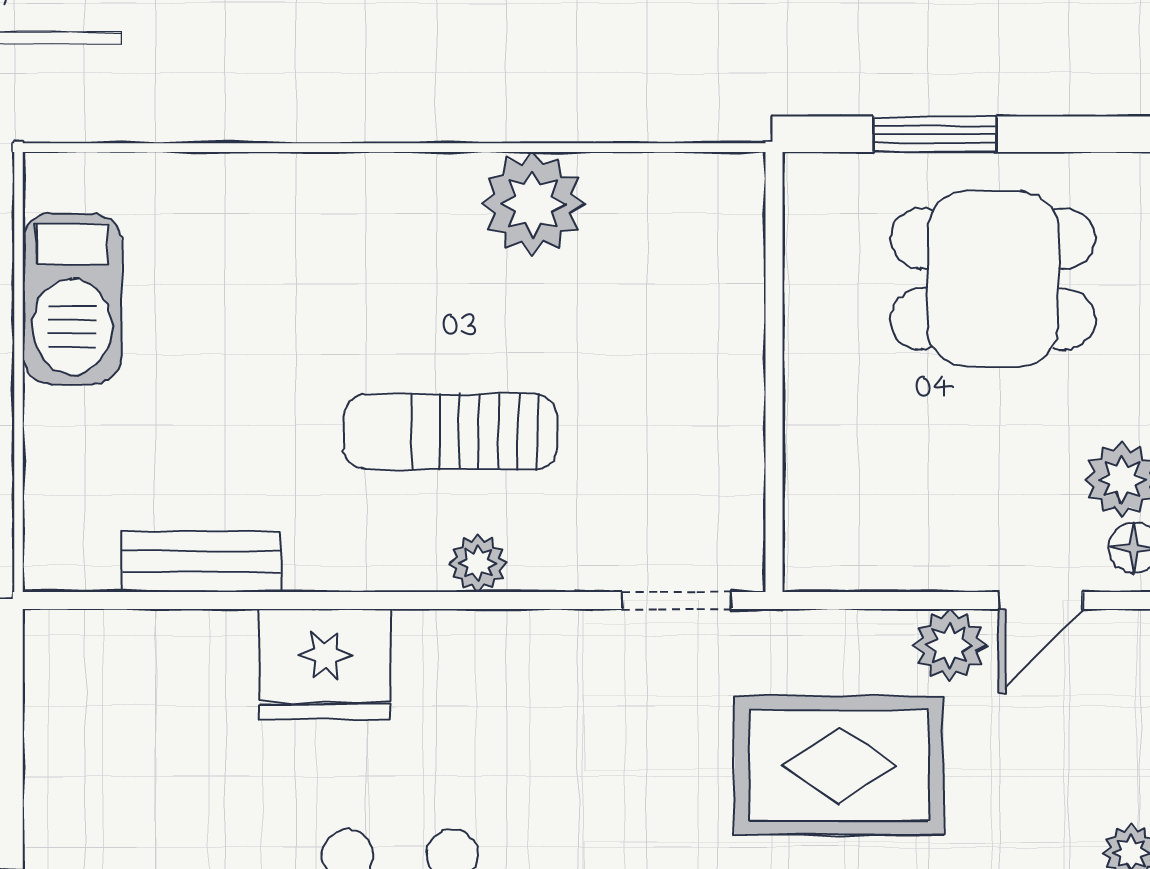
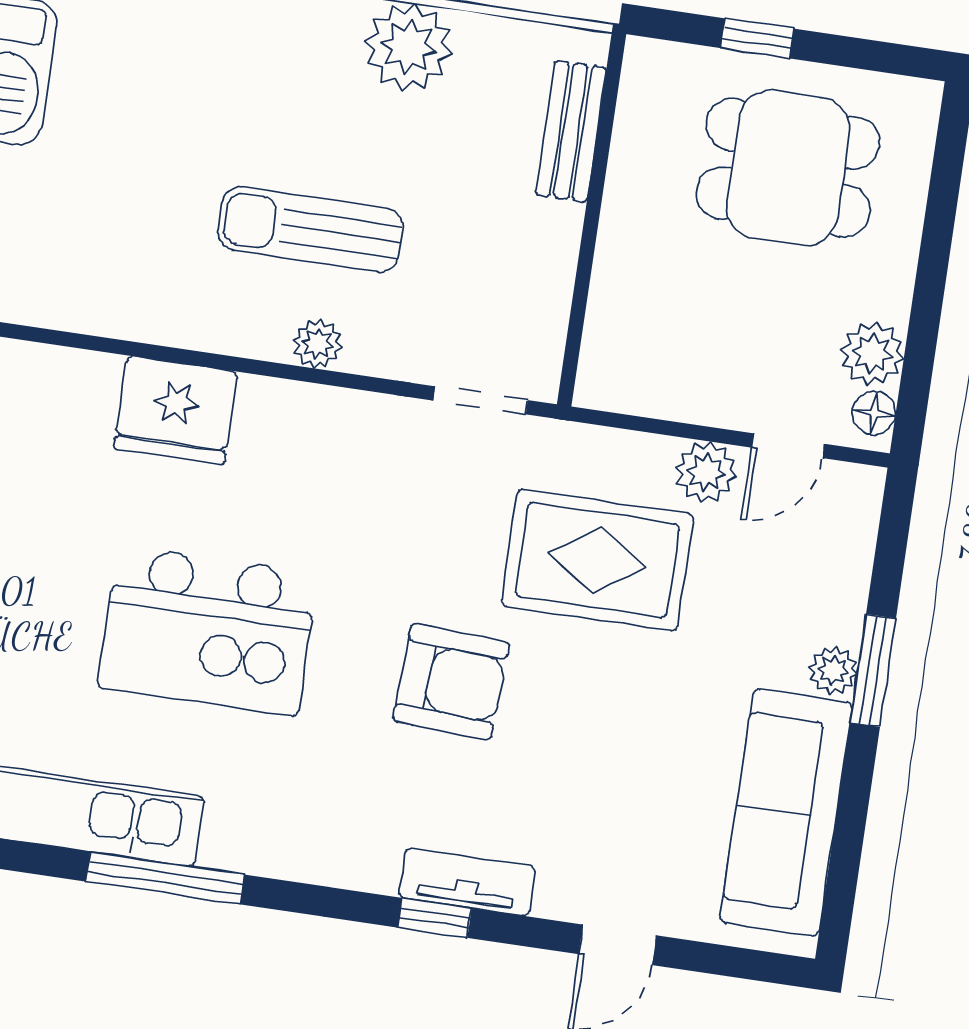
window: (935, 134) -> (757, 38), width x0.67
bench: (201, 562) -> (571, 131), moved, turned 90

